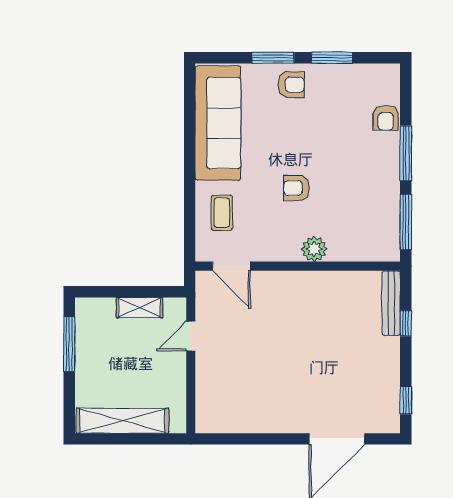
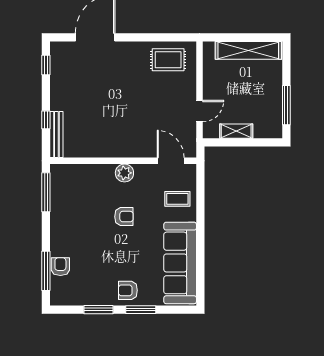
window: (406, 153) -> (46, 271), moved
coffee table: (222, 213) -> (177, 199), turned 90
plant: (314, 249) -> (124, 173), moved
rug: (235, 408) -> (168, 60), added

